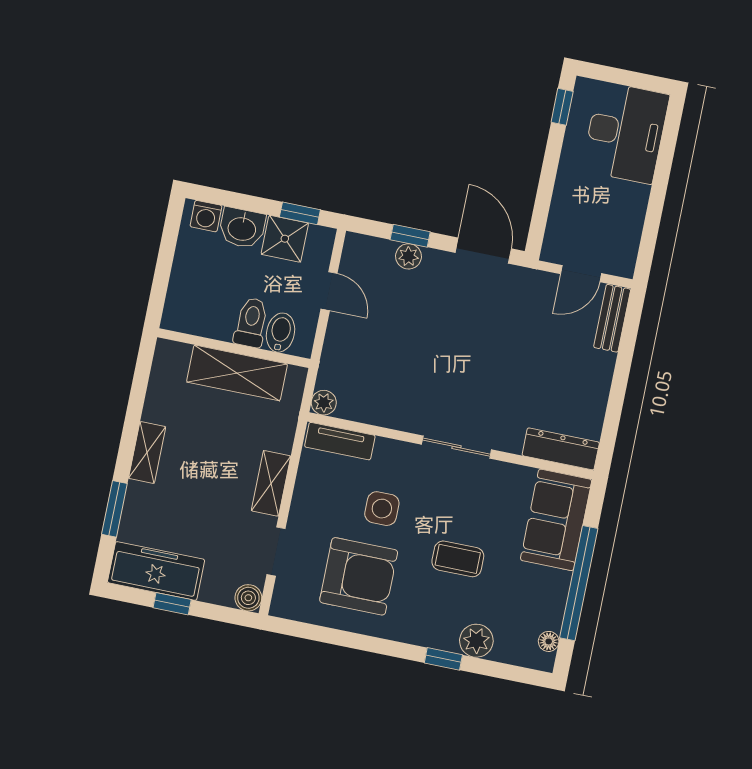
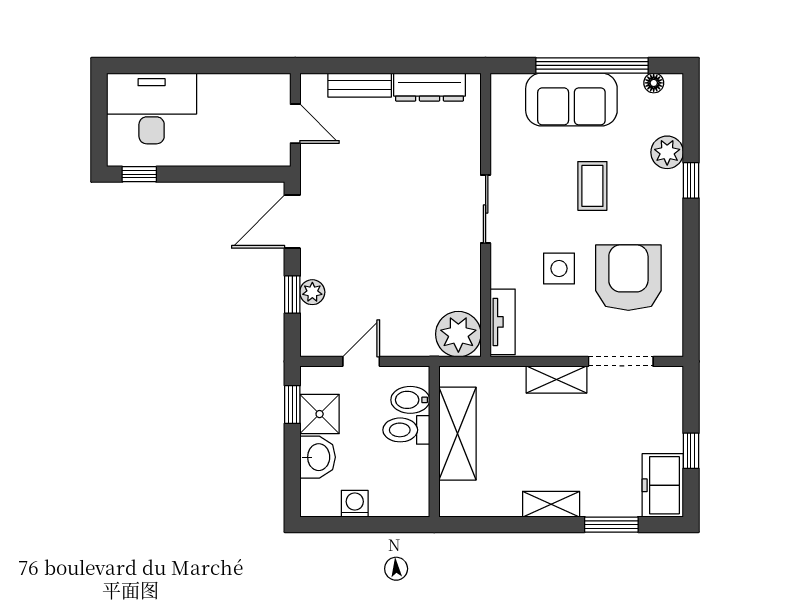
washing machine: (206, 216) -> (355, 504), moved, turned -90
bench: (612, 318) -> (360, 85), moved
plant: (324, 403) -> (458, 334), width x1.88, depth x1.88
dresser: (561, 449) -> (430, 87), moved, turned -90
sofa: (556, 520) -> (571, 99), moved
doorway: (276, 551) -> (621, 361), width x1.38
freezer: (156, 571) -> (663, 485), width x0.71
boiler: (248, 598) -> (670, 379), removed

